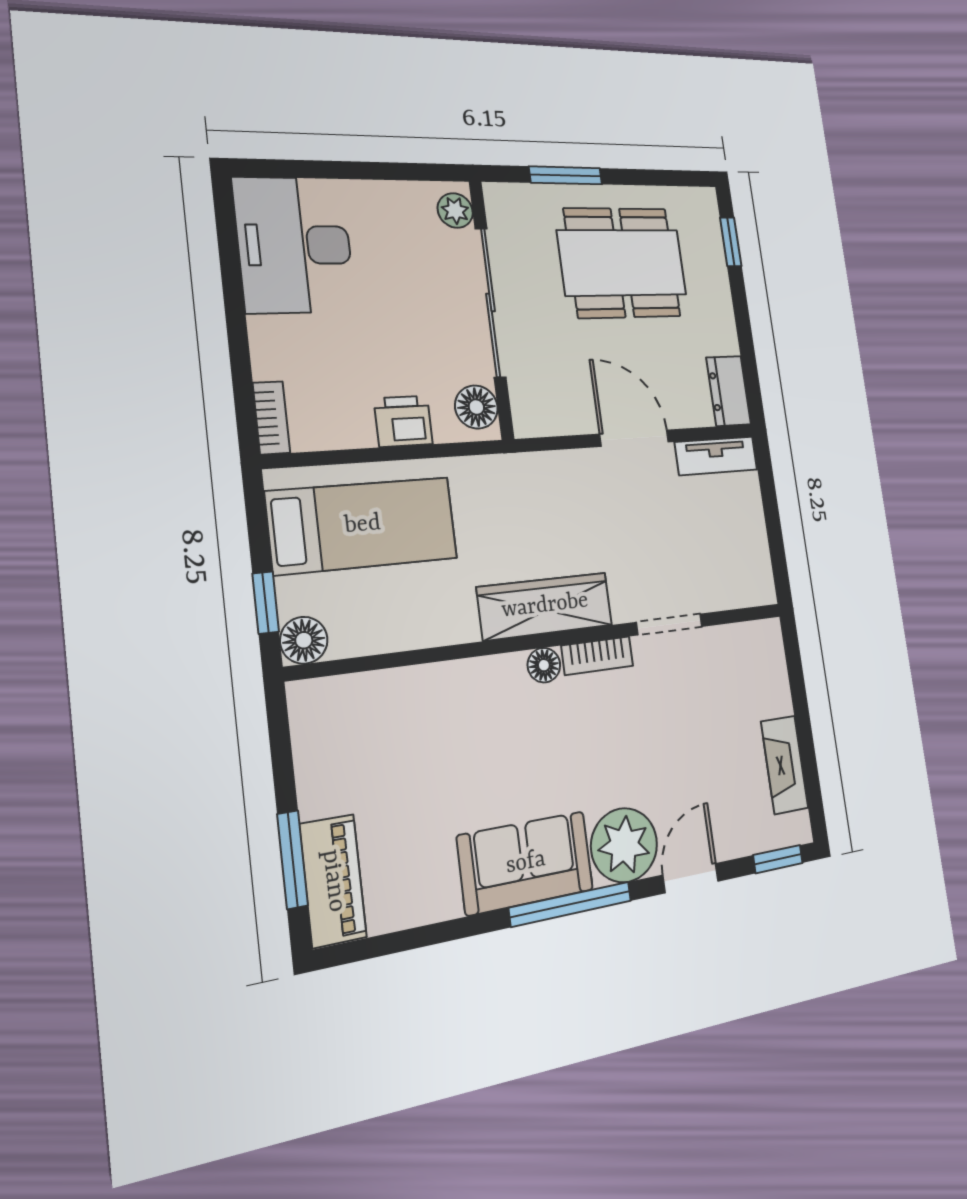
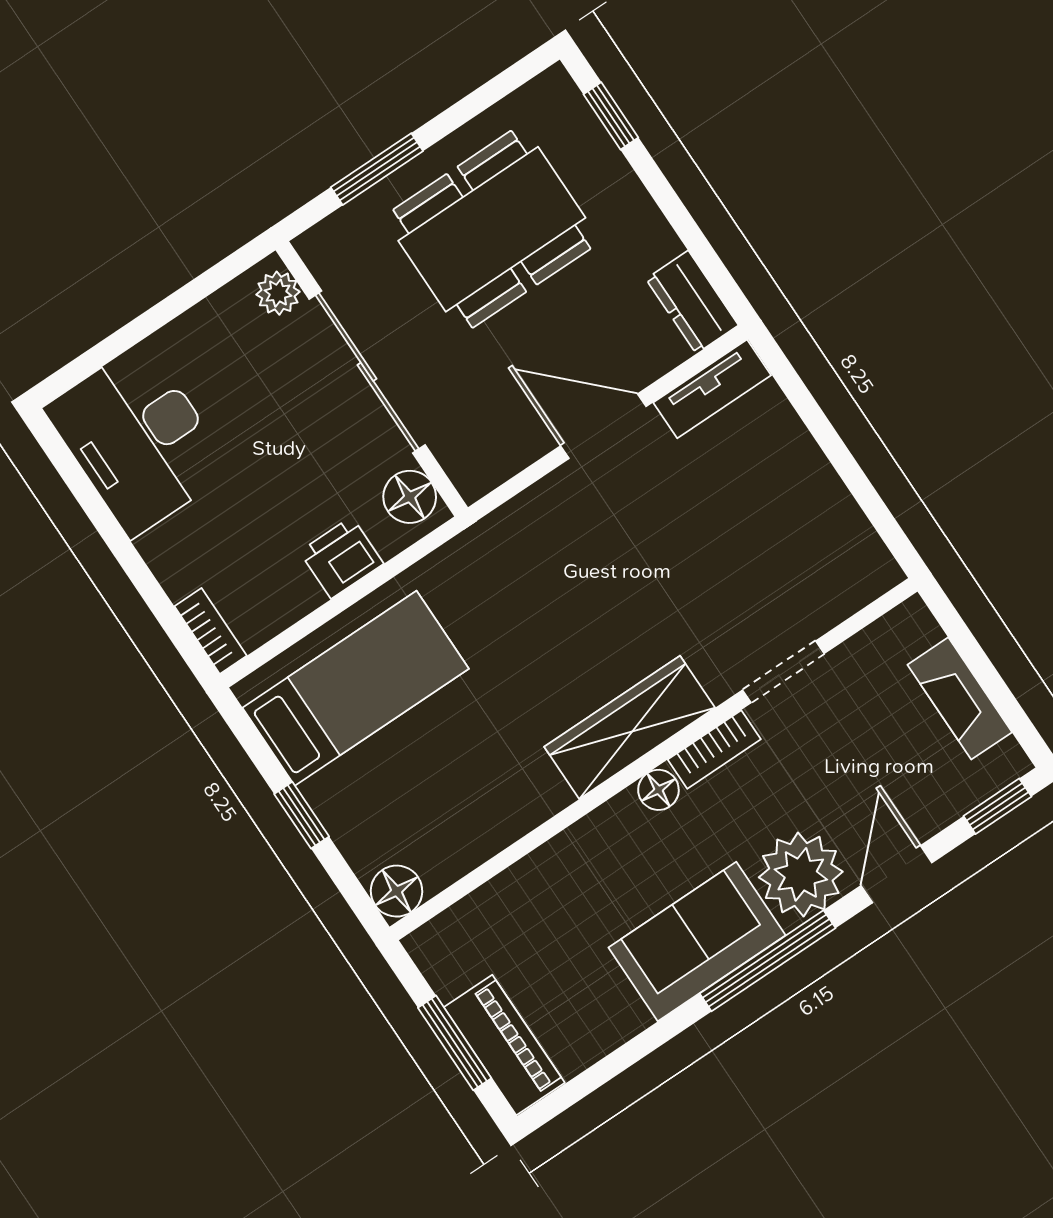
wardrobe: (545, 606) -> (630, 727), moved
doorway: (670, 624) -> (783, 672), moved
floor lamp: (304, 640) -> (397, 891), moved
wall: (551, 640) -> (653, 759), moved
bookcase: (597, 656) -> (714, 749), moved
floor lamp: (544, 665) -> (658, 790), moved

